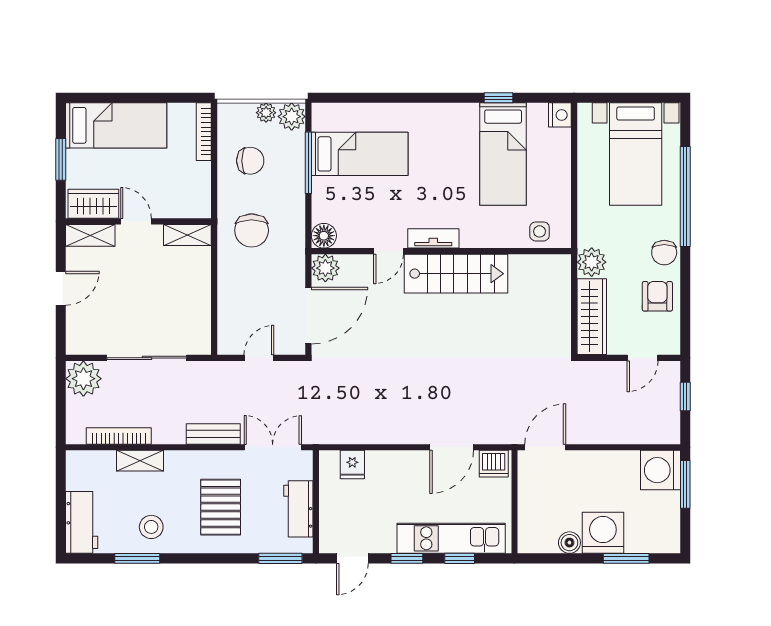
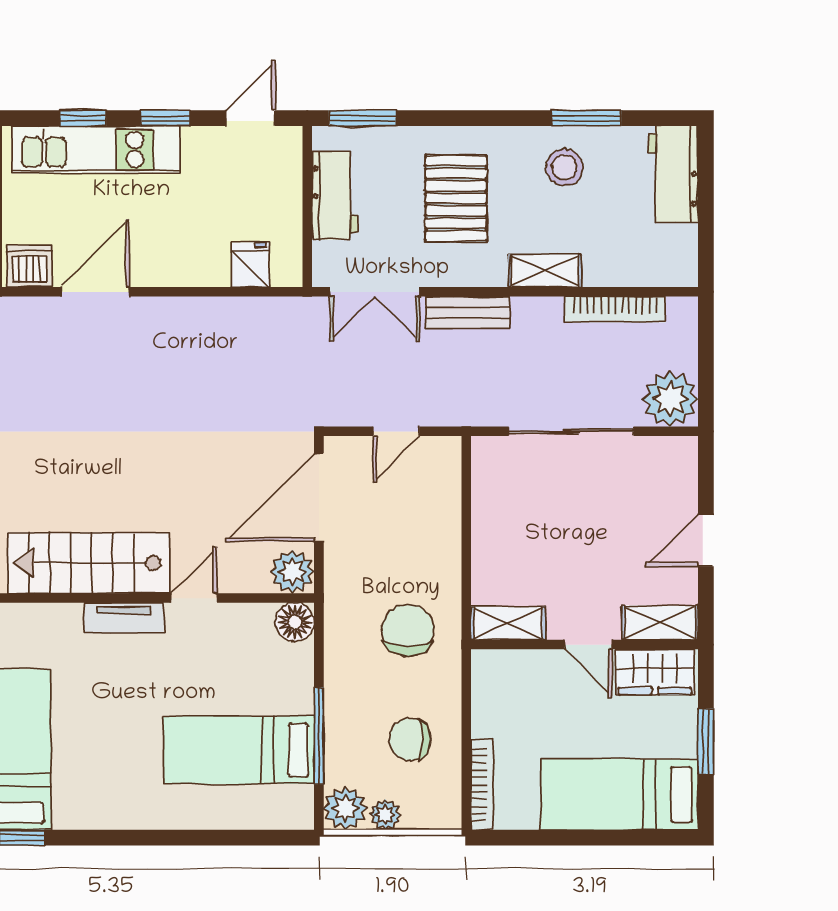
shelving: (140, 461) -> (545, 271), moved

